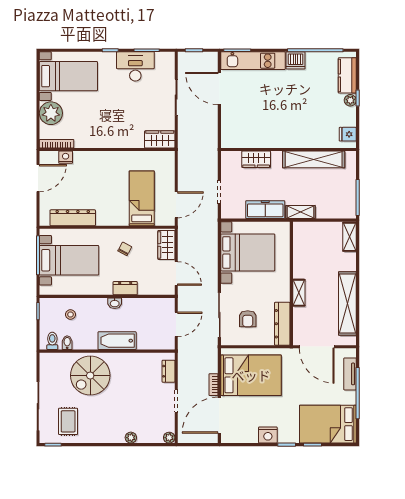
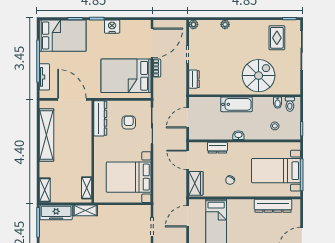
freezer: (265, 210) -> (56, 212), moved
dresser: (125, 288) -> (217, 148), moved
shelving: (299, 293) -> (87, 188), moved

